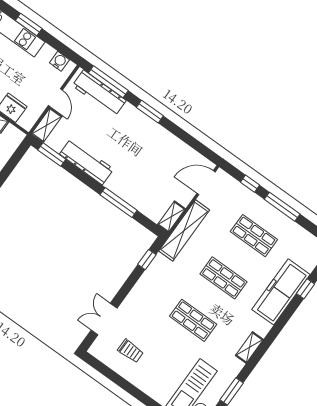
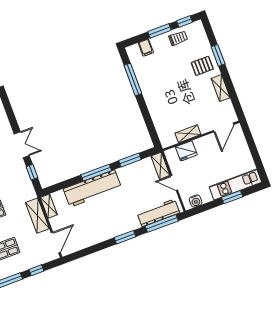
window: (52, 155) -> (130, 160), moved
workbench: (86, 162) -> (92, 188), moved, width x1.36, depth x1.32
window: (119, 202) -> (96, 173), moved
shelving: (184, 230) -> (37, 216), width x0.68
double door: (104, 319) -> (22, 145), moved

